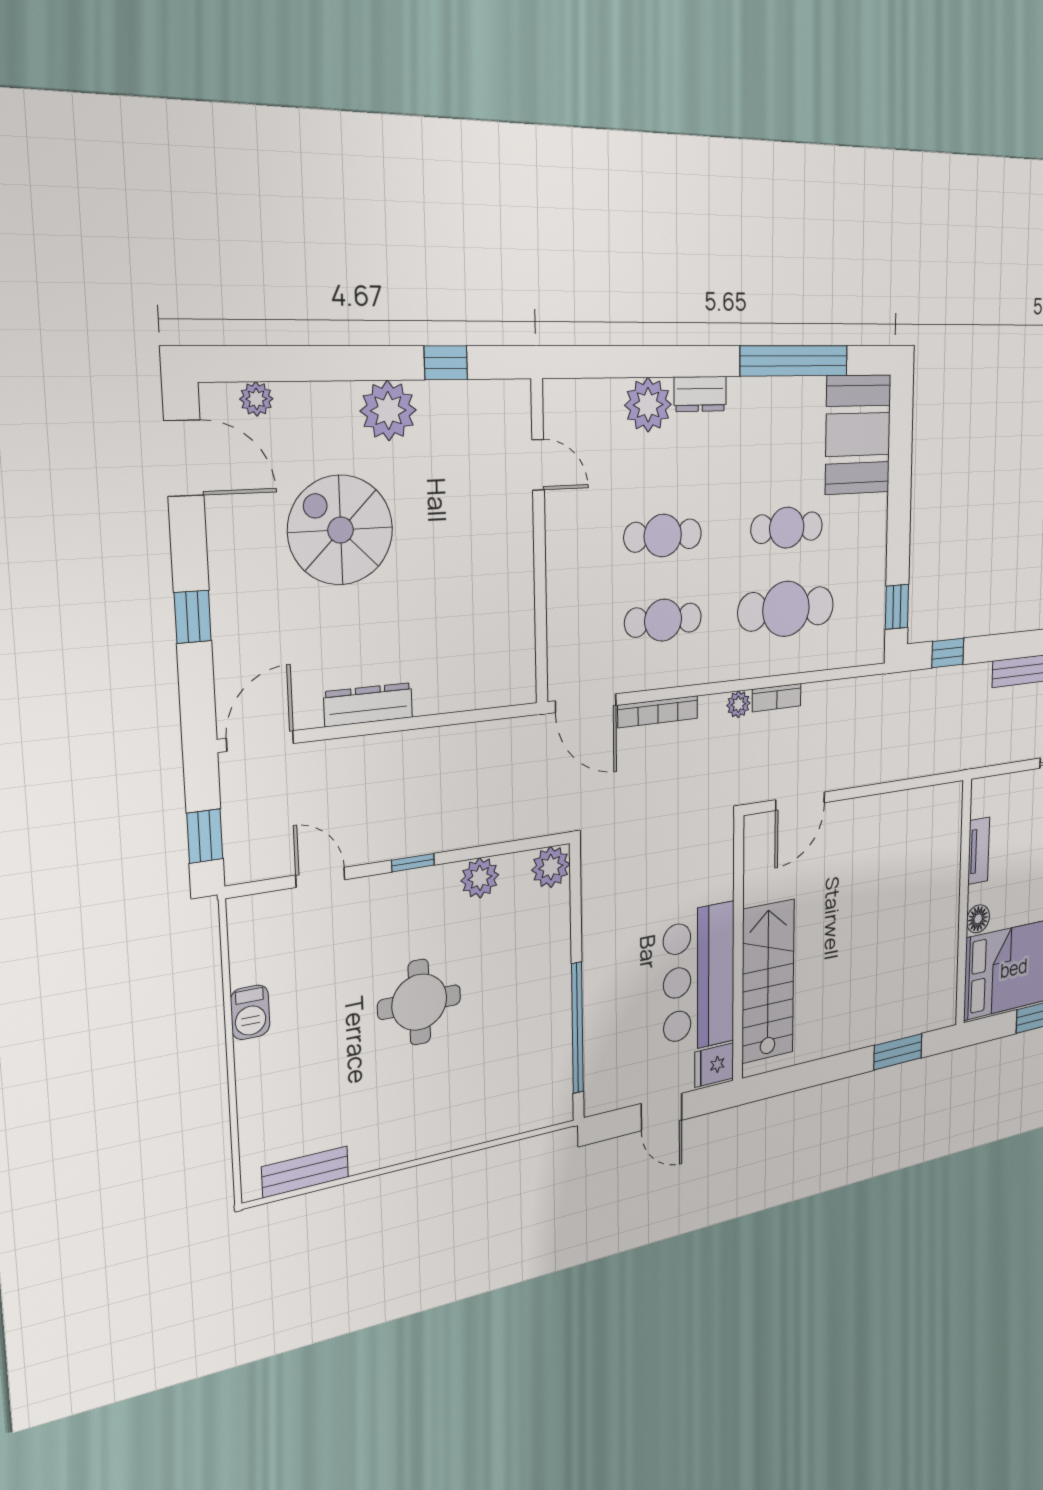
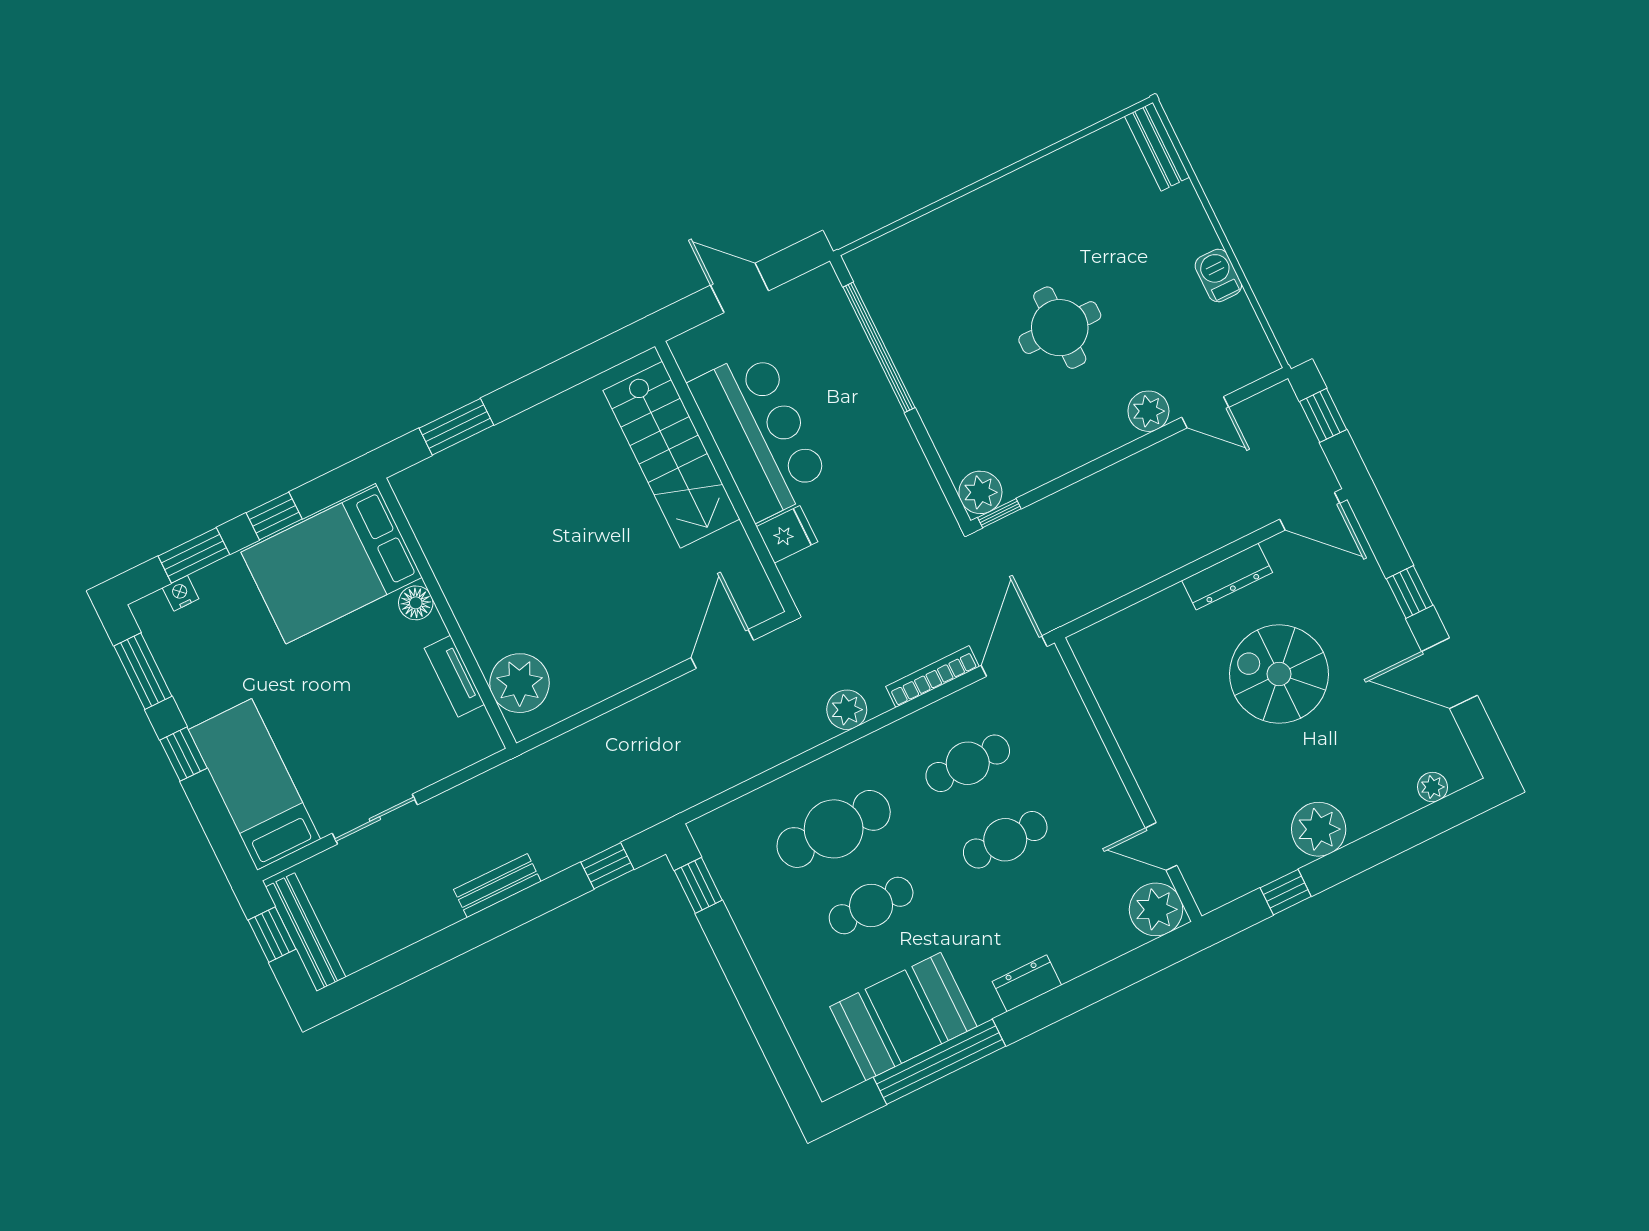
plant: (648, 405) -> (1156, 909), moved
booth: (858, 434) -> (903, 1017), moved, turned 90
door: (184, 458) -> (1449, 673), moved
spiral stairs: (341, 530) -> (1279, 674), moved, turned 180
bookcase: (777, 698) -> (802, 740), removed
door: (586, 703) -> (1014, 656), hinge flipped
plant: (738, 704) -> (847, 710), width x1.38, depth x1.38
door: (260, 741) -> (1310, 511), hinge flipped
plant: (942, 828) -> (520, 683), added
window: (413, 863) -> (999, 513), moved
plant: (480, 878) -> (1148, 411), moved
fridge: (714, 1065) -> (787, 534), moved
bench: (305, 1172) -> (1157, 147), moved, turned 90

